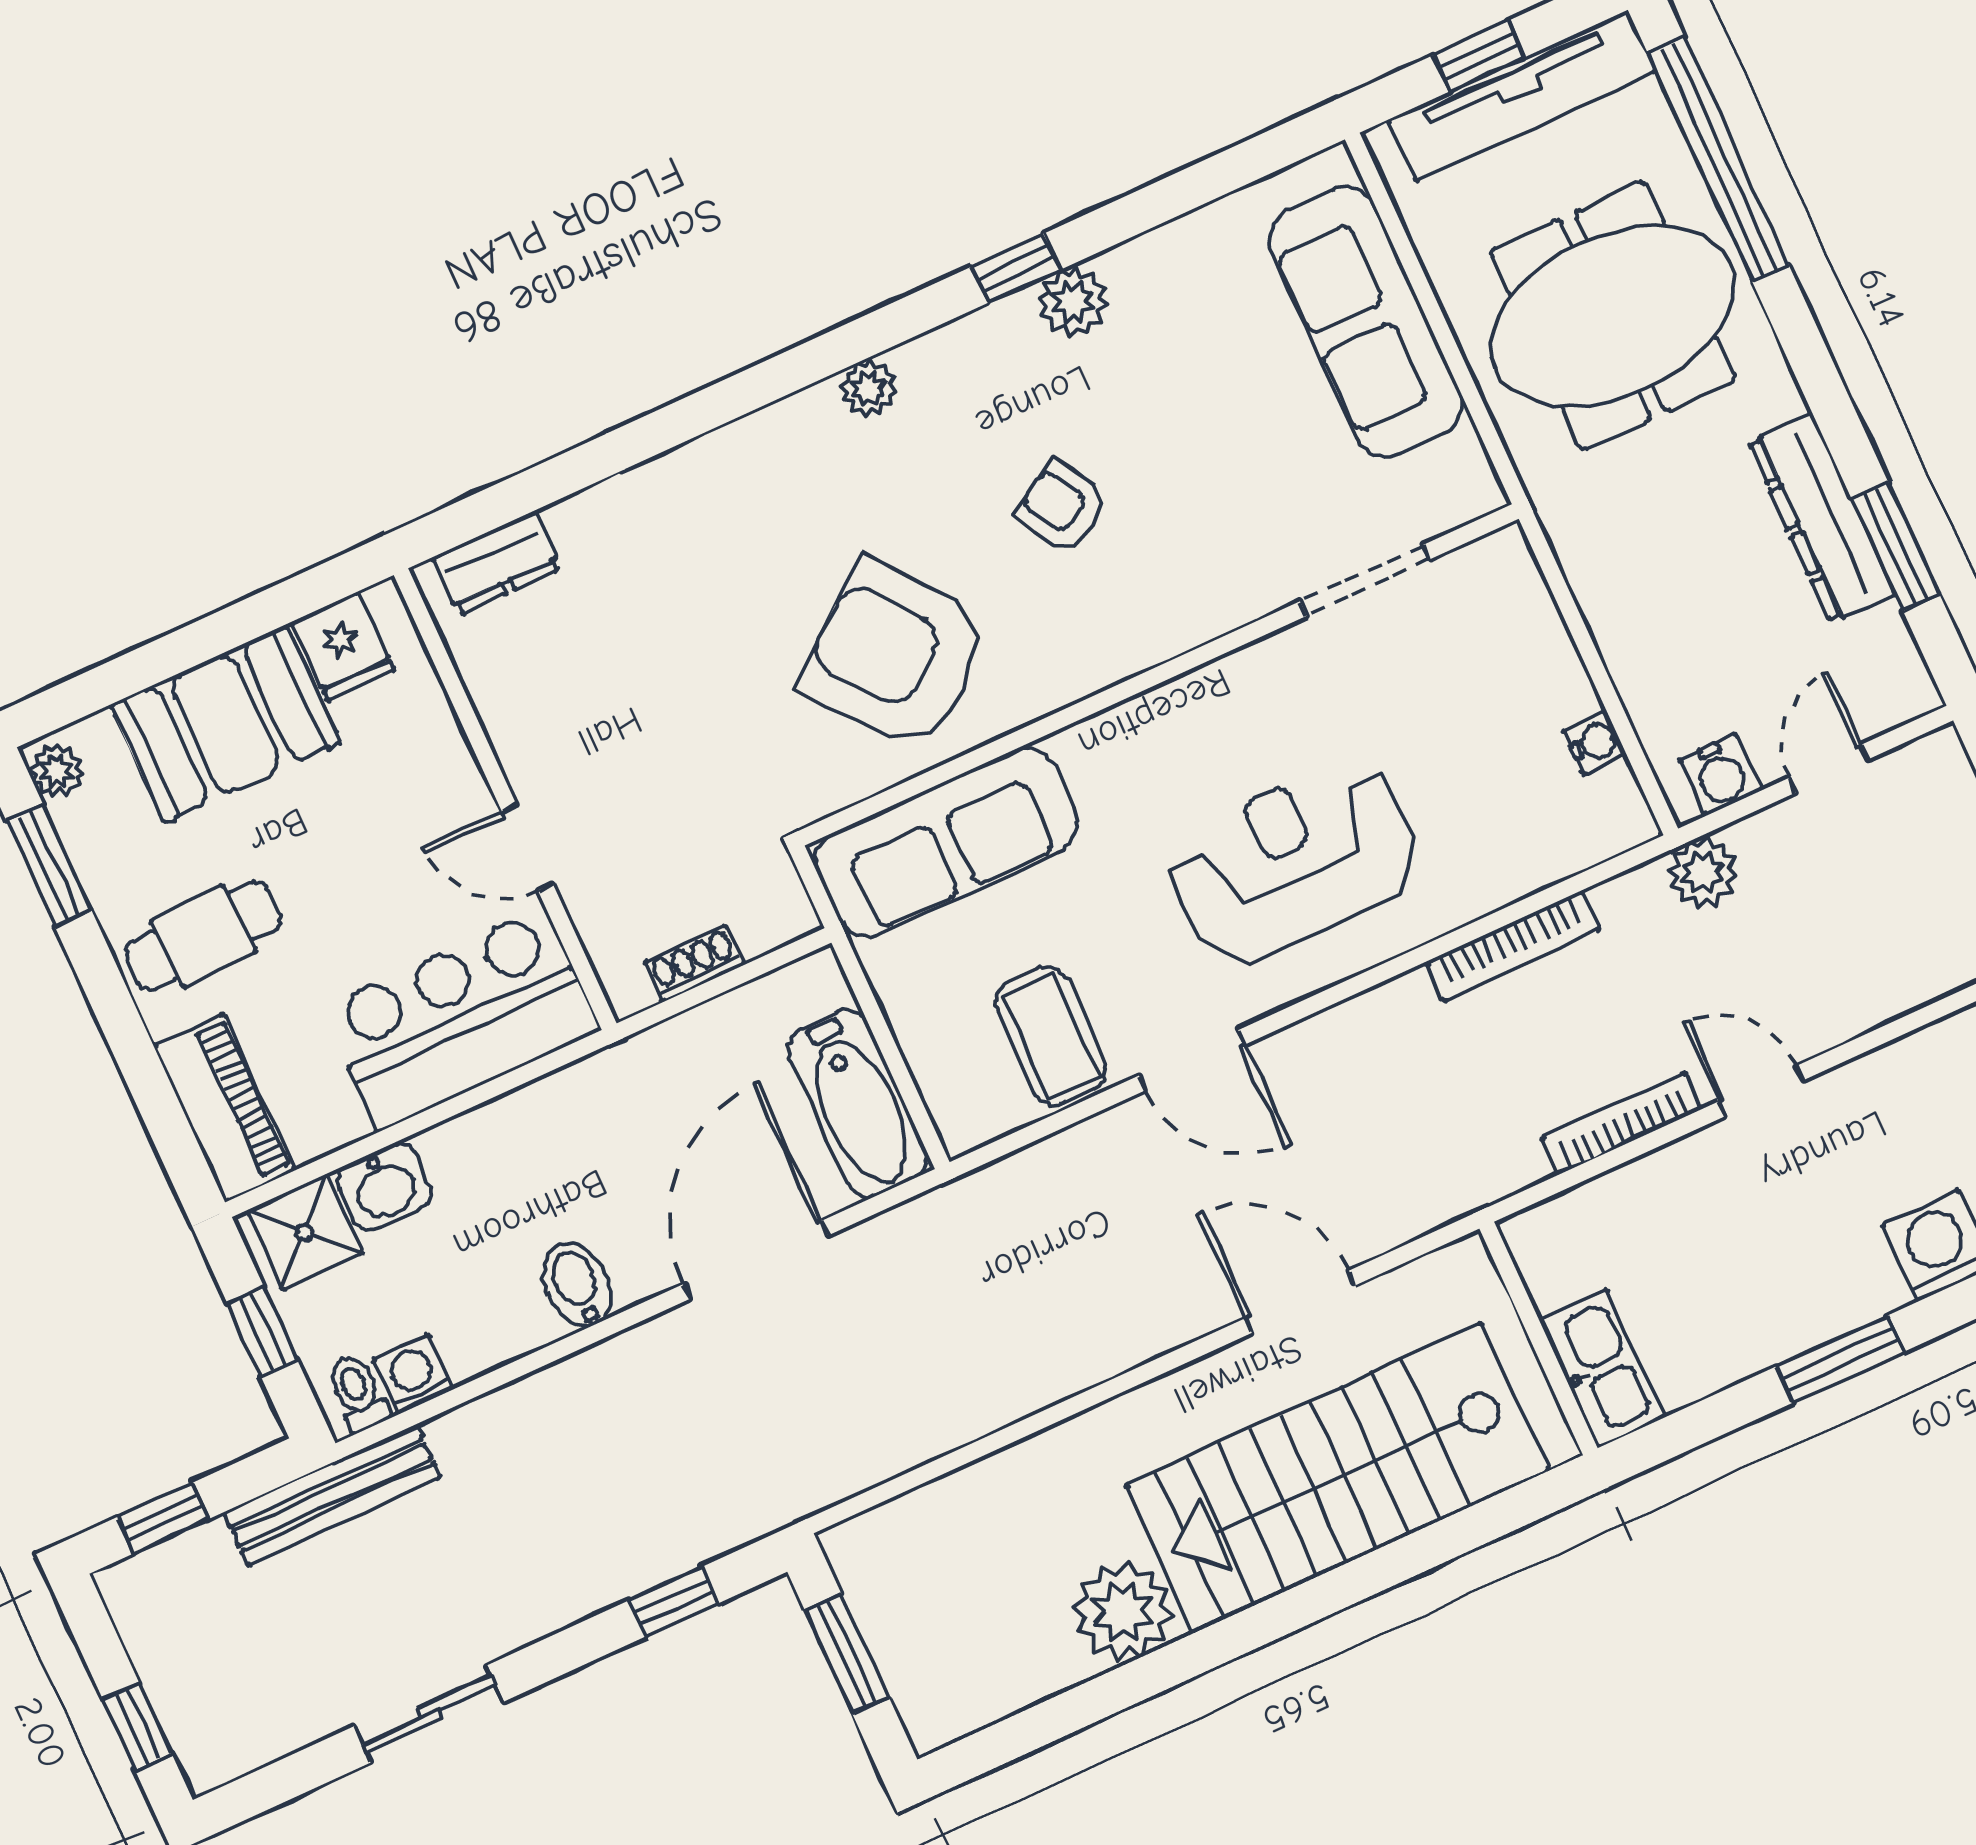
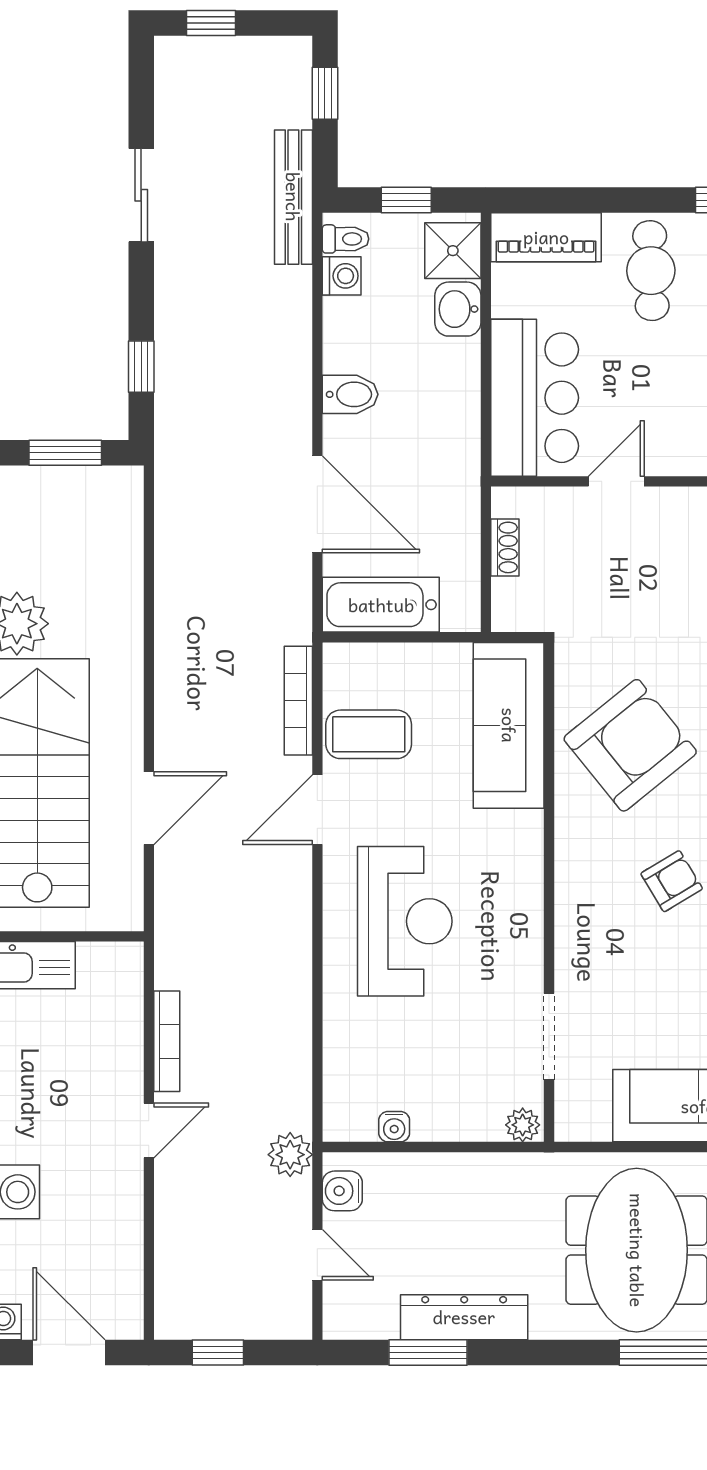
plant: (1508, 560) -> (523, 1125), added
bookcase: (1513, 946) -> (298, 701), moved

